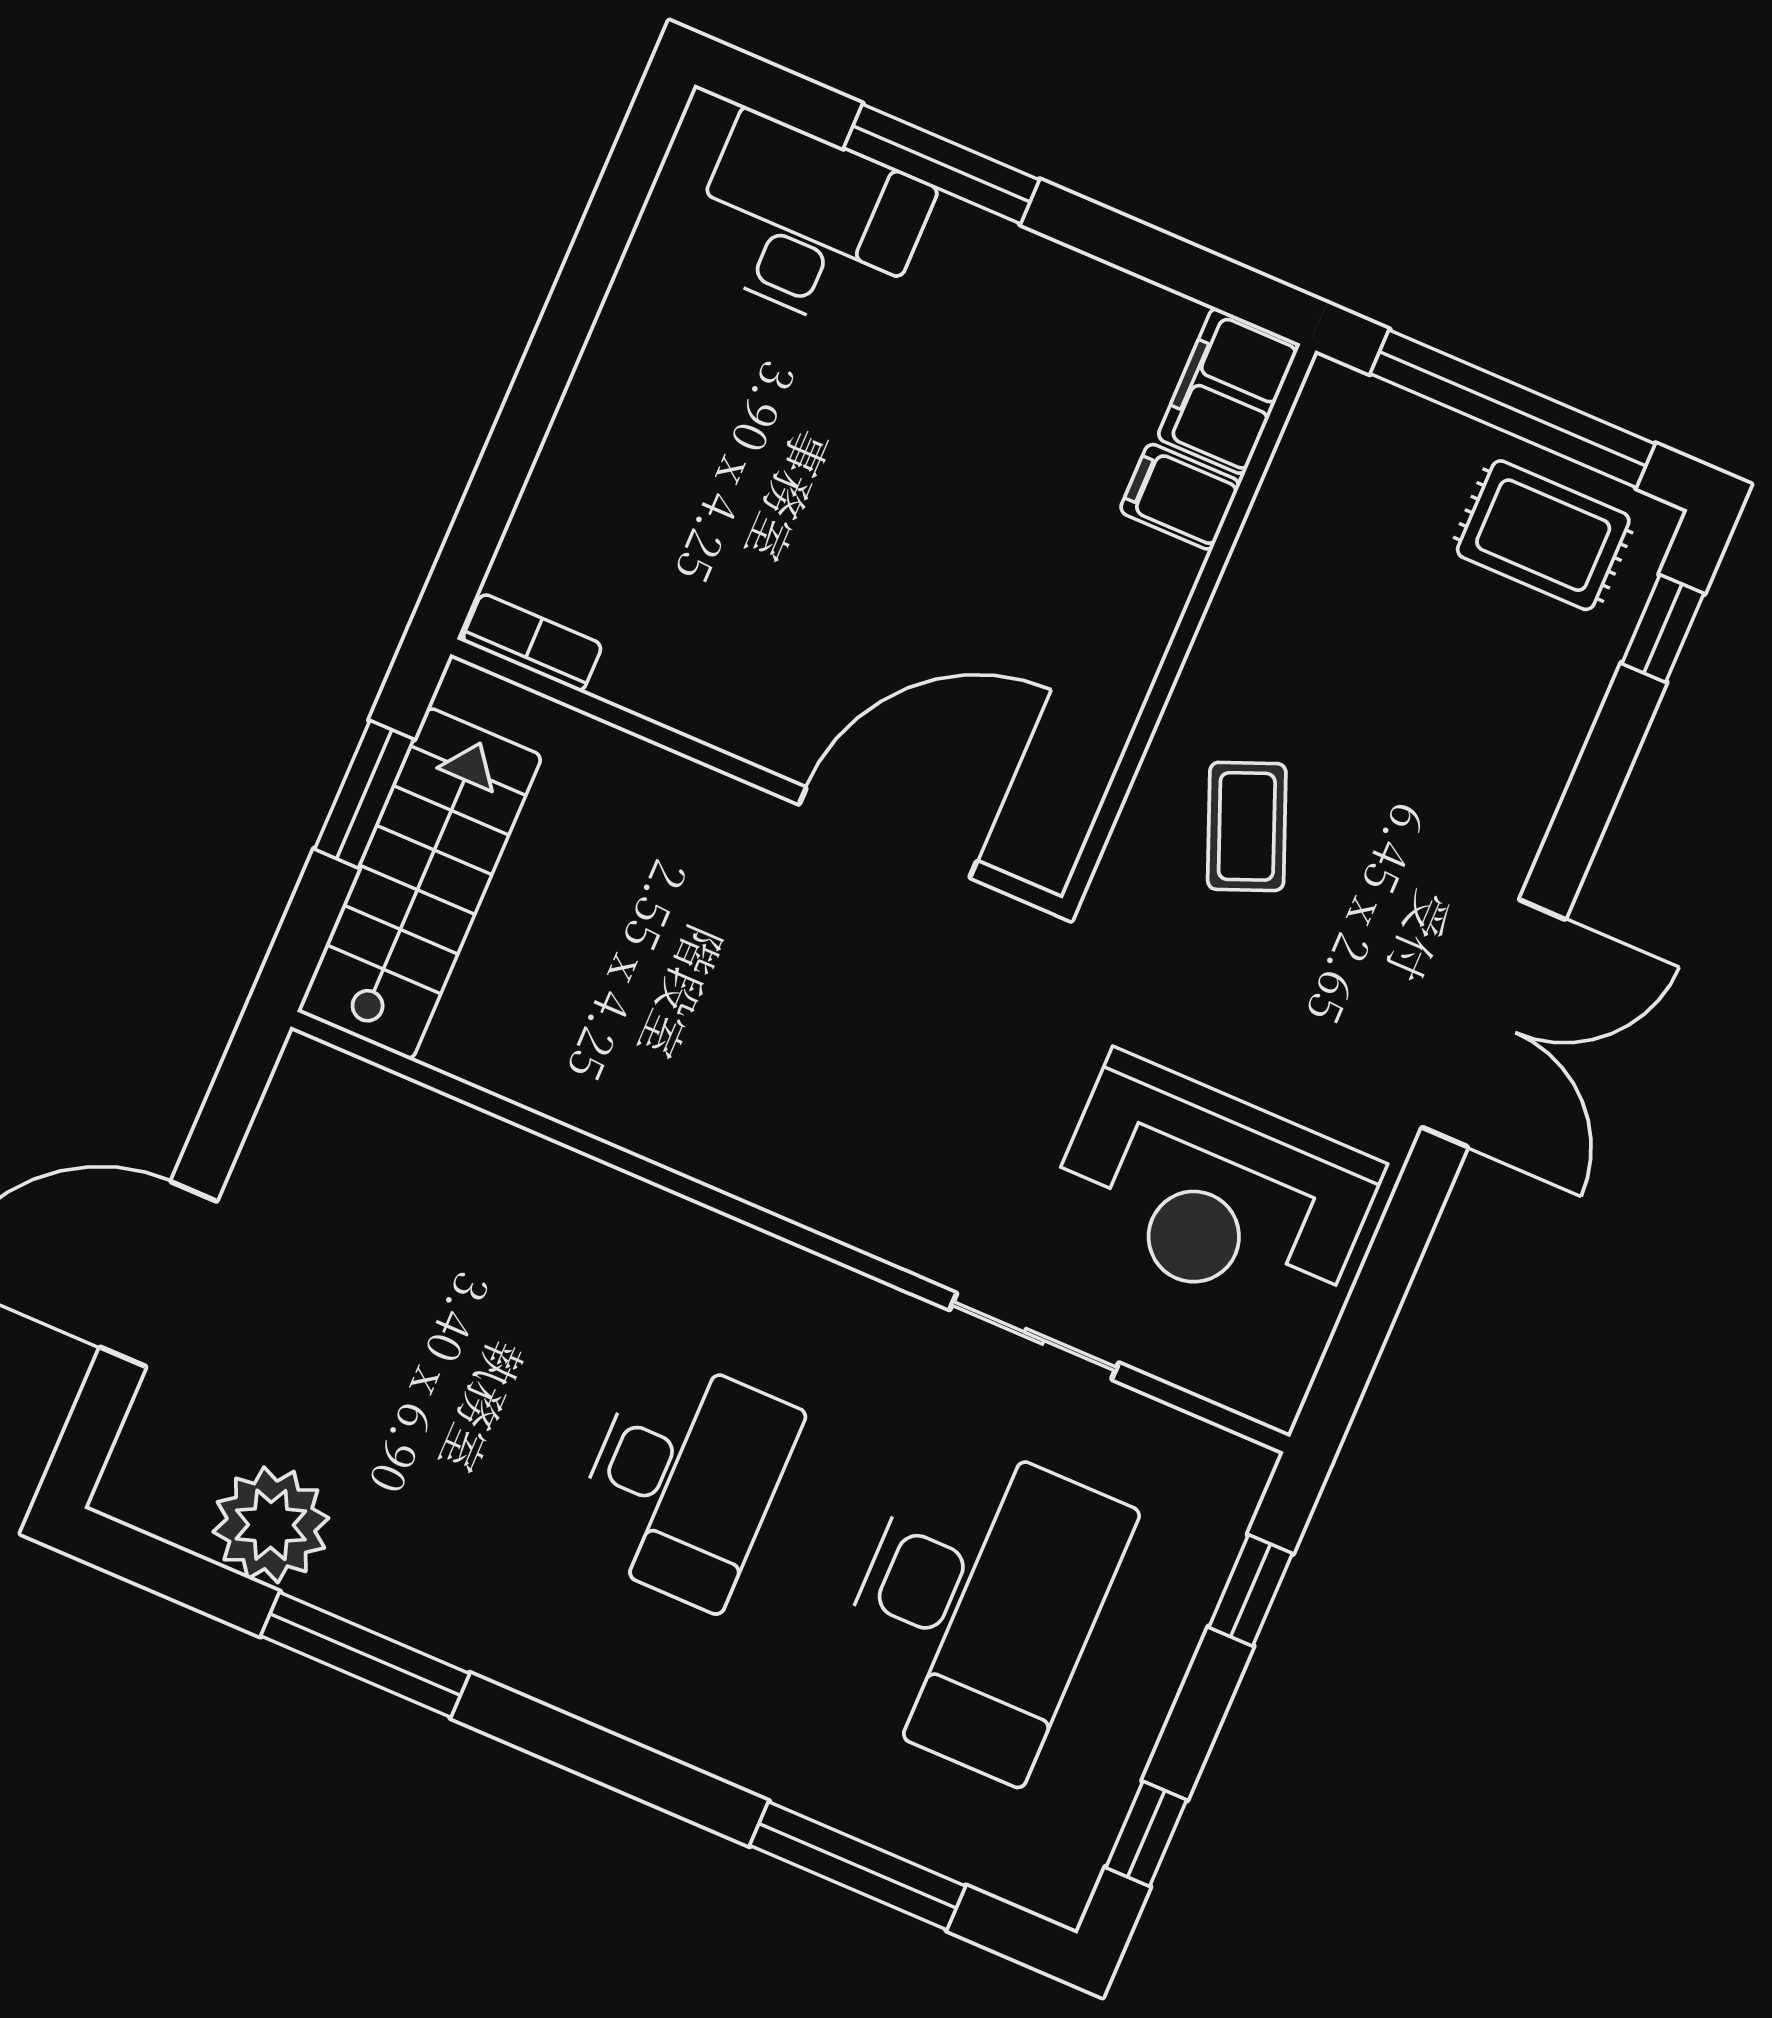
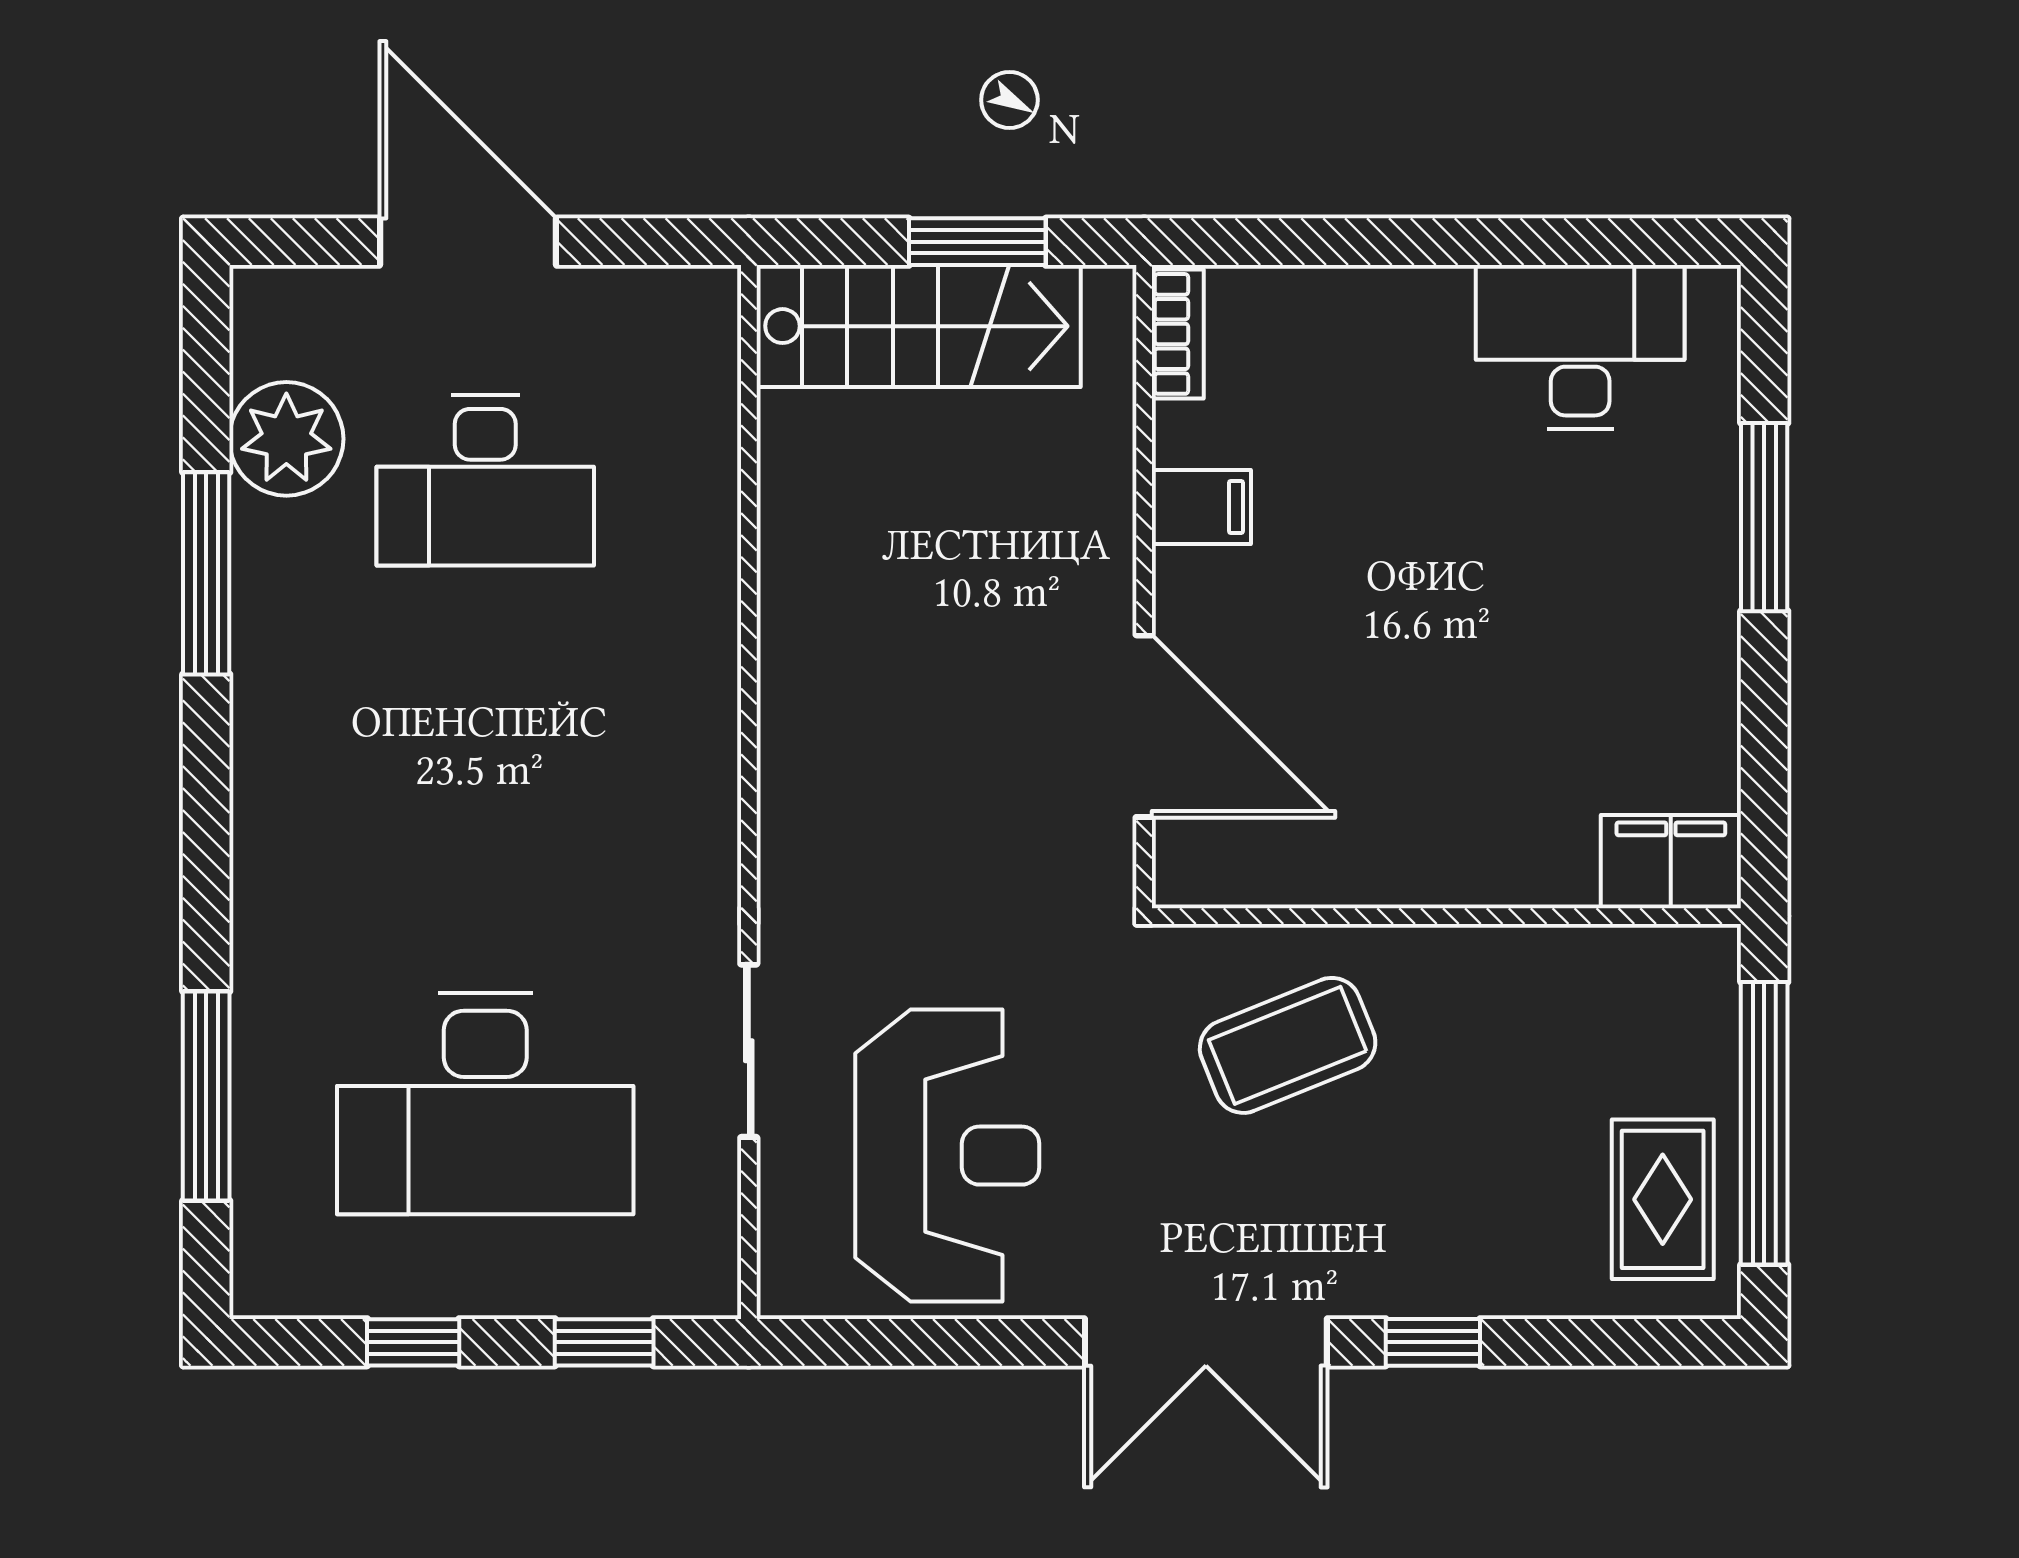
desk: (808, 224) -> (1580, 347), moved, turned -90
filing cabinet: (1180, 497) -> (1201, 507), moved, turned 90
window: (1663, 628) -> (1433, 1342), moved
coffee table: (1247, 826) -> (1288, 1045), width x1.36, depth x1.30
reception desk: (1213, 1192) -> (947, 1156), turned 180
desk: (684, 1480) -> (485, 480), moved
window: (1146, 1834) -> (413, 1342), moved

